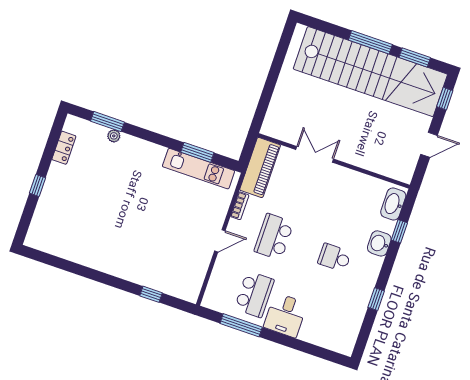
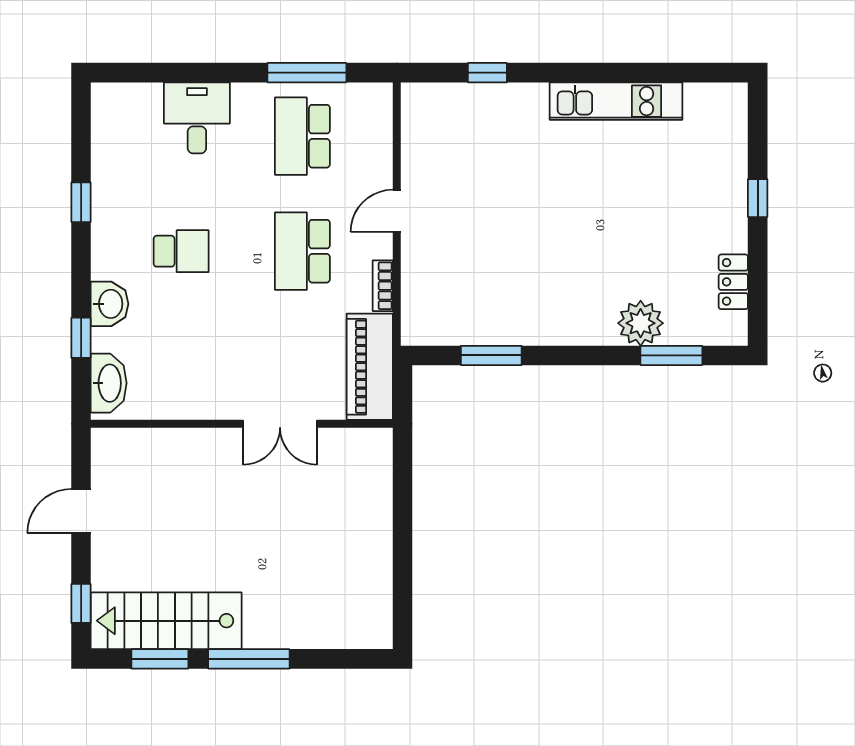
stairs: (370, 72) -> (166, 621), width x0.54, depth x0.66
plant: (114, 136) -> (641, 323), width x1.88, depth x1.88
kitchen unit: (199, 169) -> (616, 101), moved, turned 180
school desk: (274, 237) -> (302, 251), turned 180
desk: (285, 315) -> (197, 118), moved

